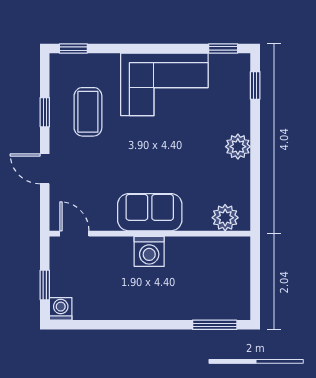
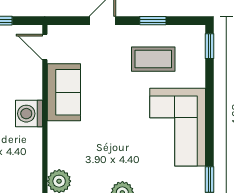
sofa: (150, 212) -> (64, 92), moved
door: (74, 234) -> (45, 47), swing flipped

